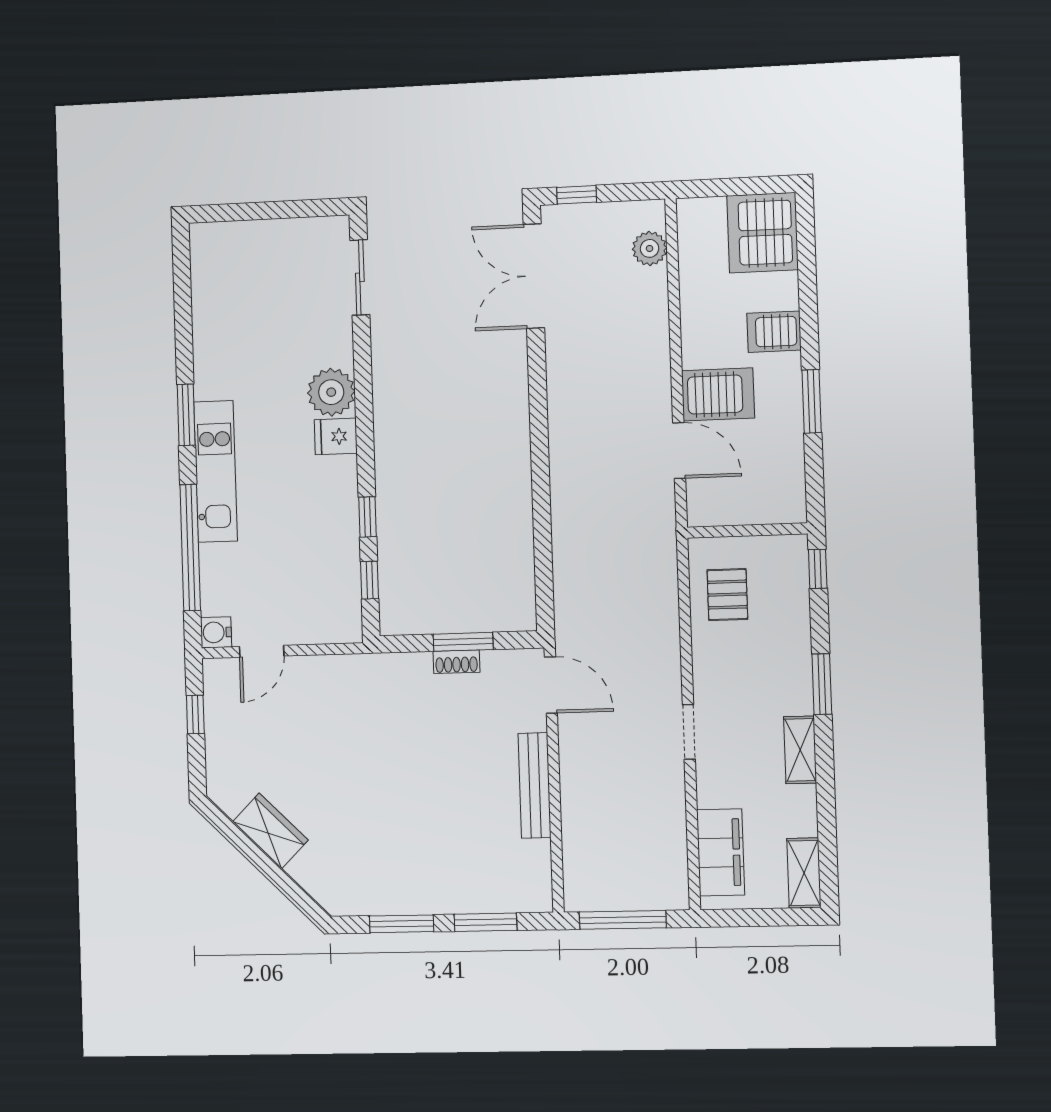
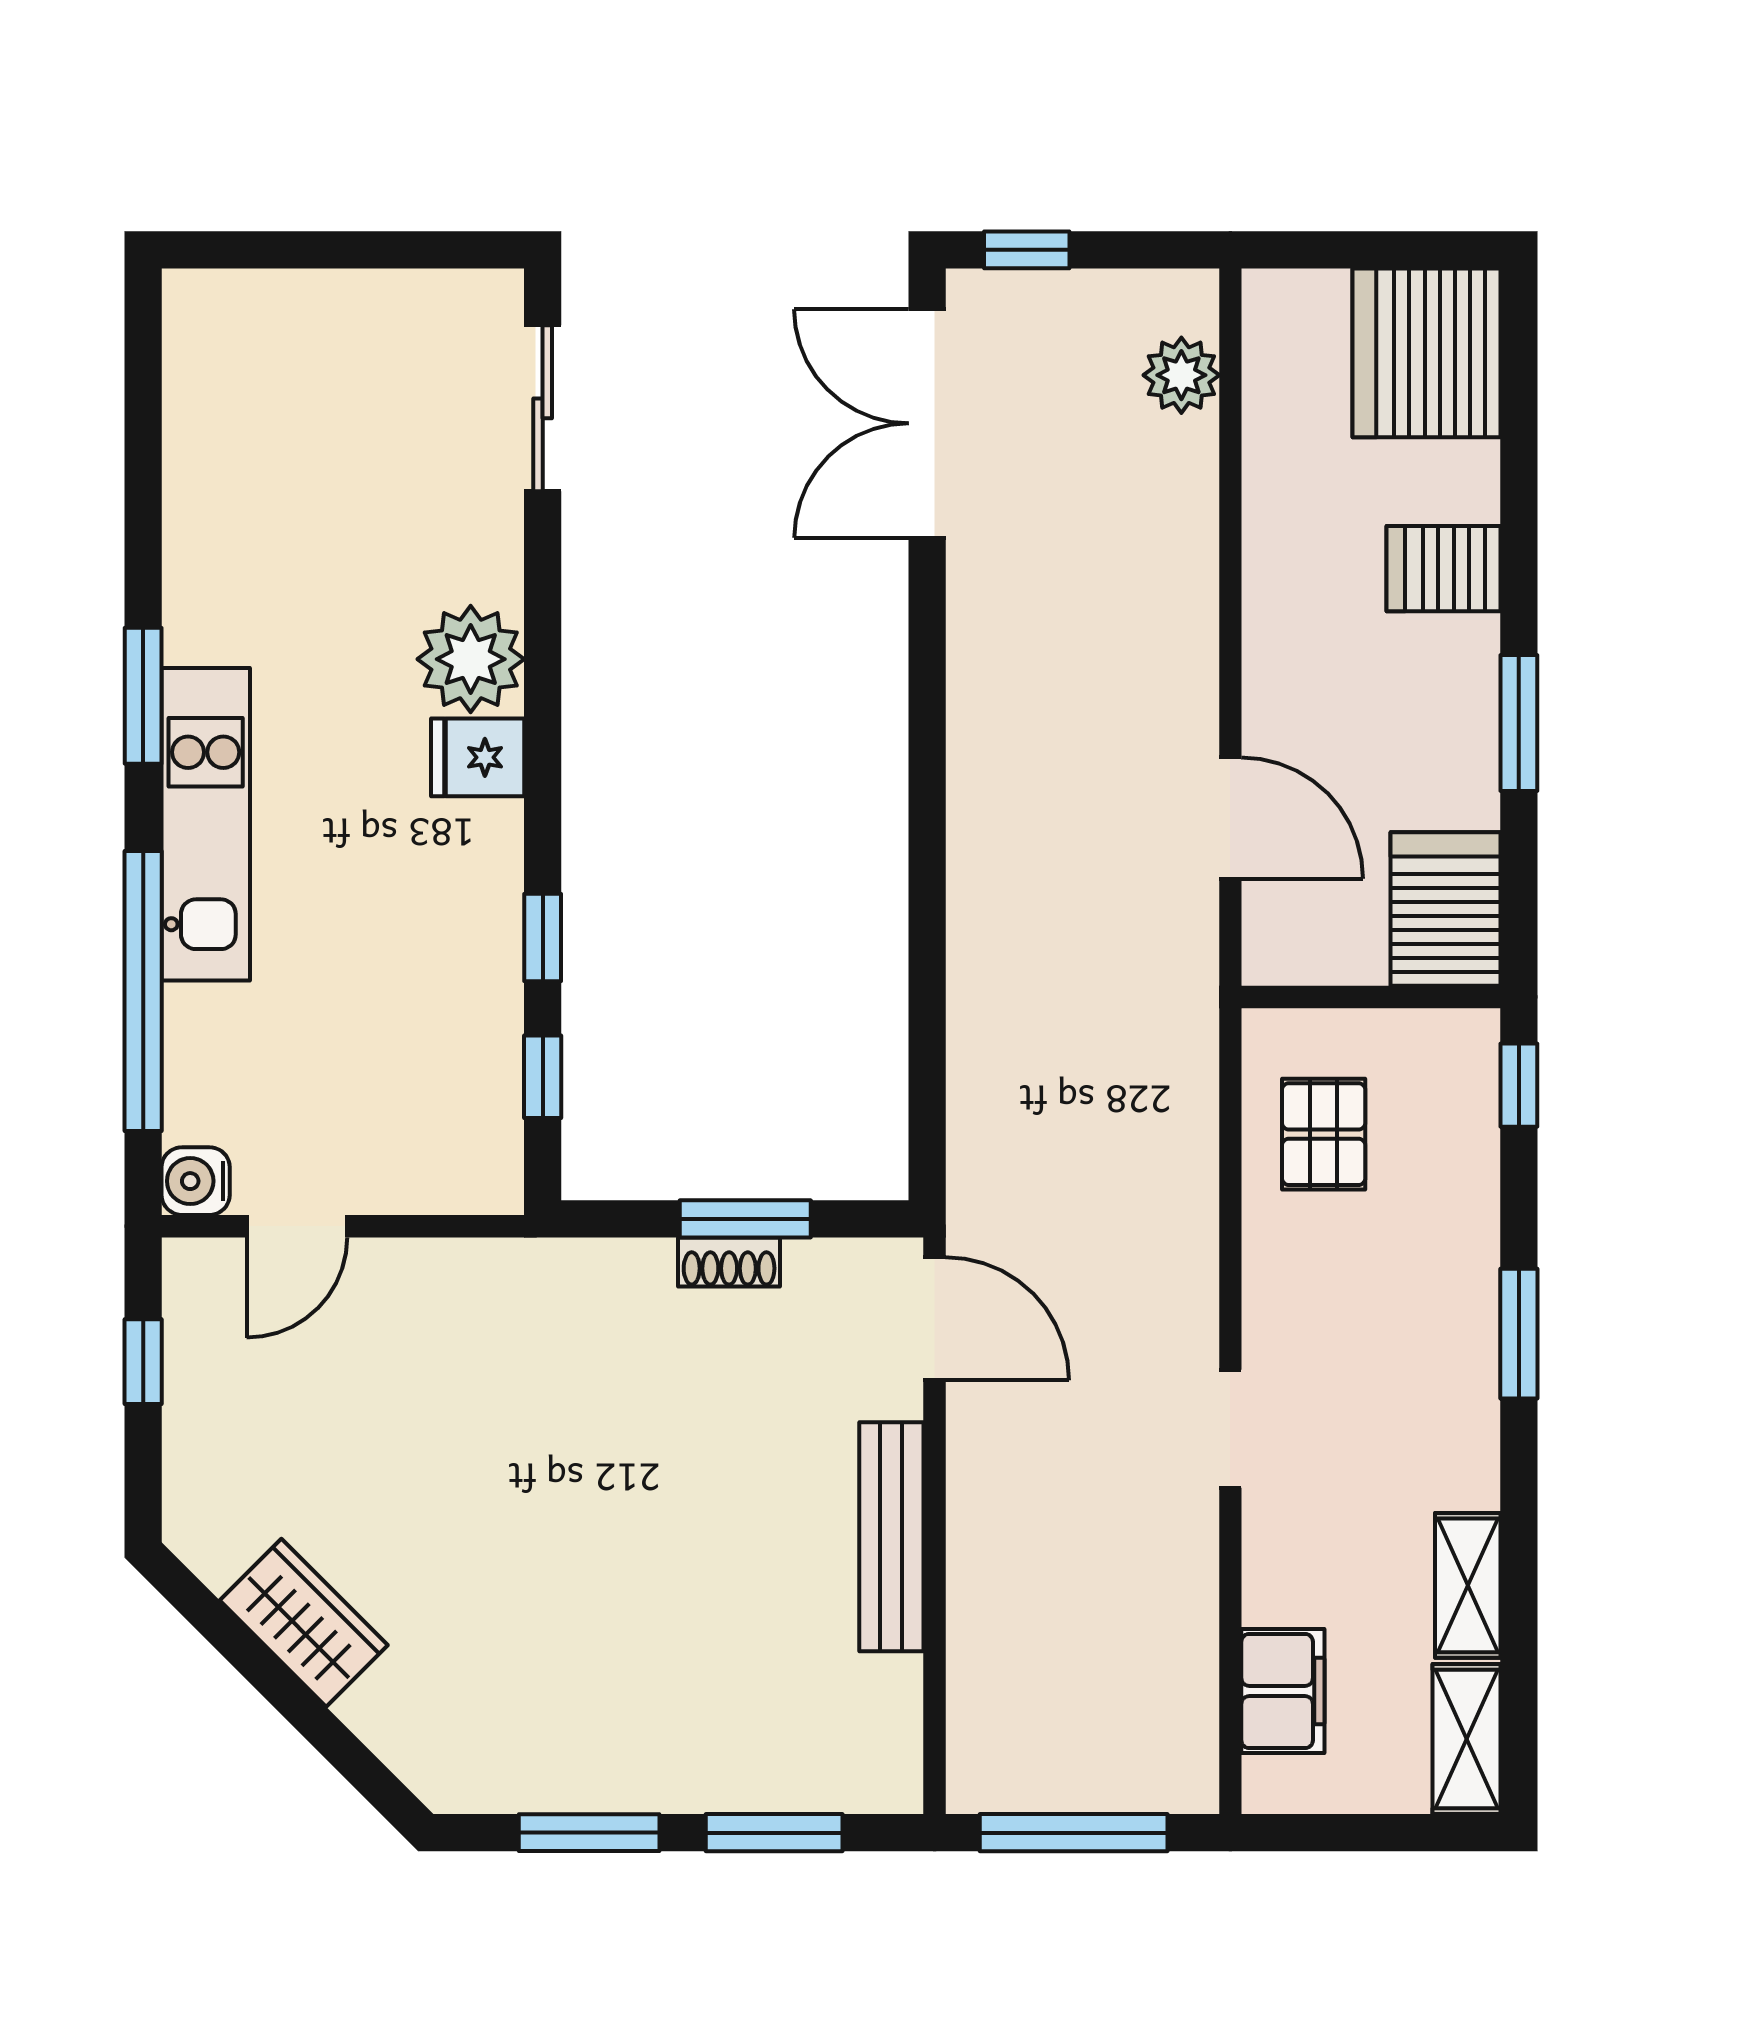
server rack: (718, 394) -> (1445, 909), moved, turned -90
shelving: (800, 750) -> (1468, 1585), moved
filing cabinet: (721, 852) -> (1283, 1691), width x0.67, depth x0.86

